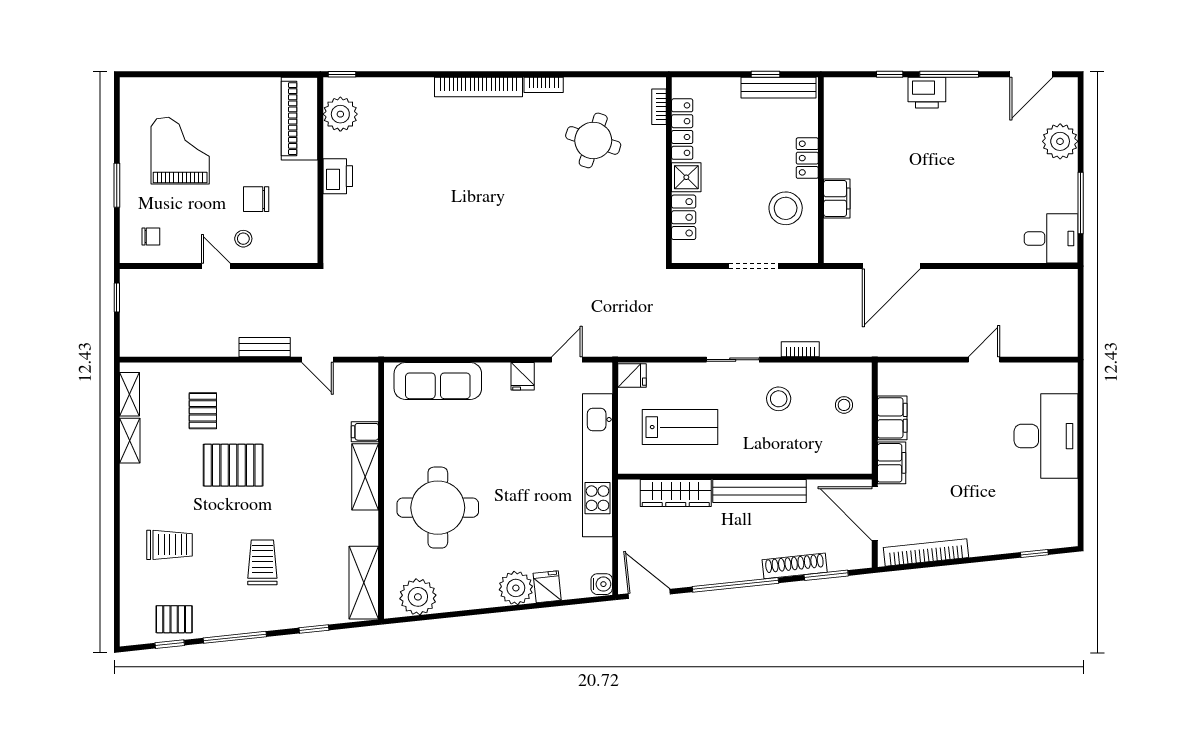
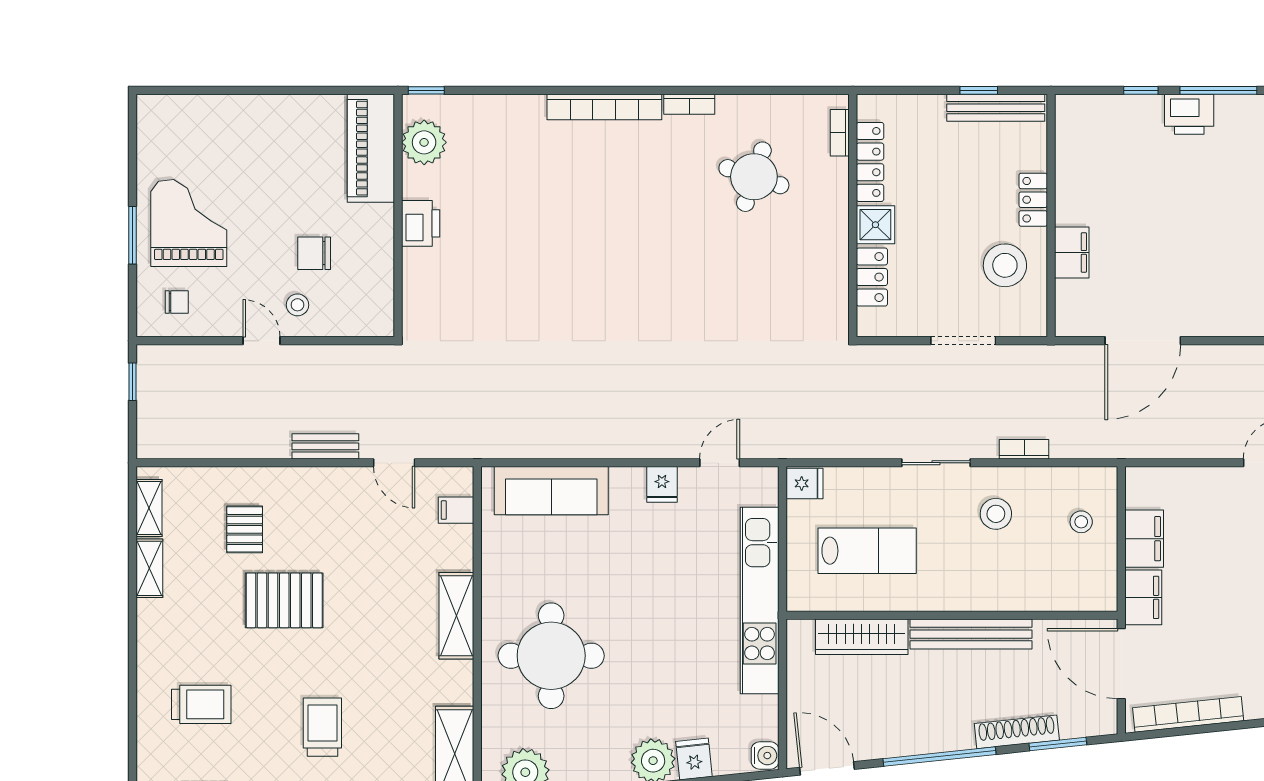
grand piano: (180, 151) -> (189, 223), moved
filing cabinet: (365, 432) -> (456, 510), moved

